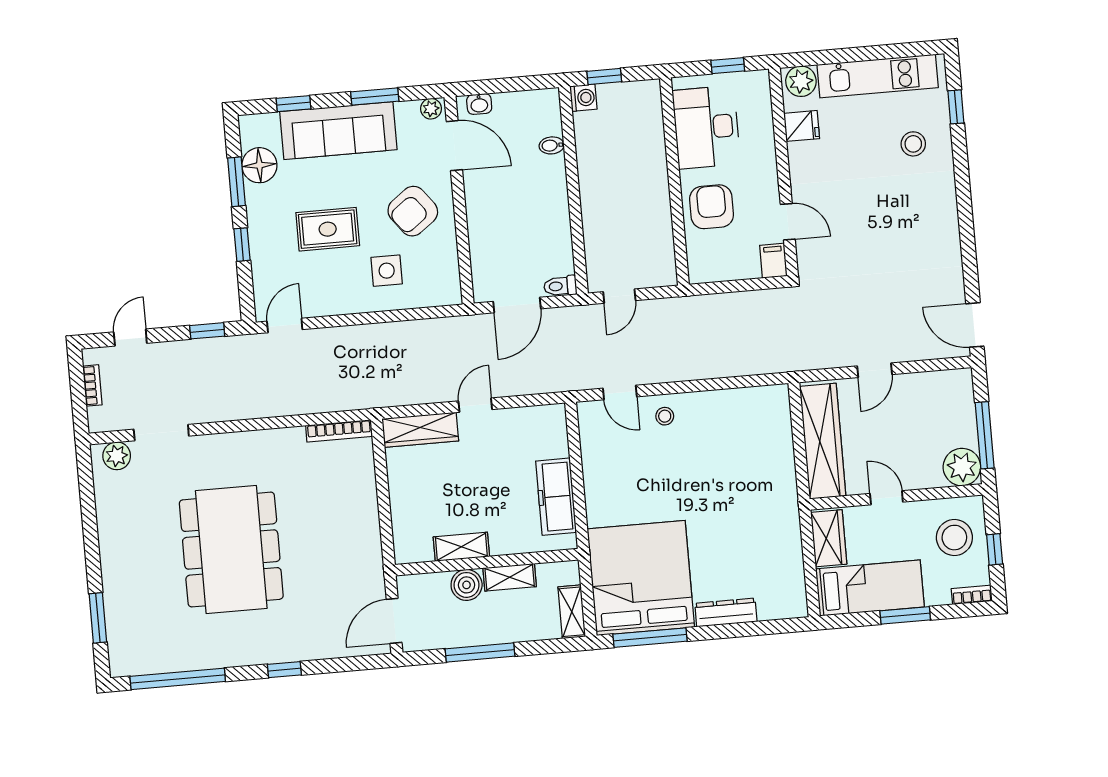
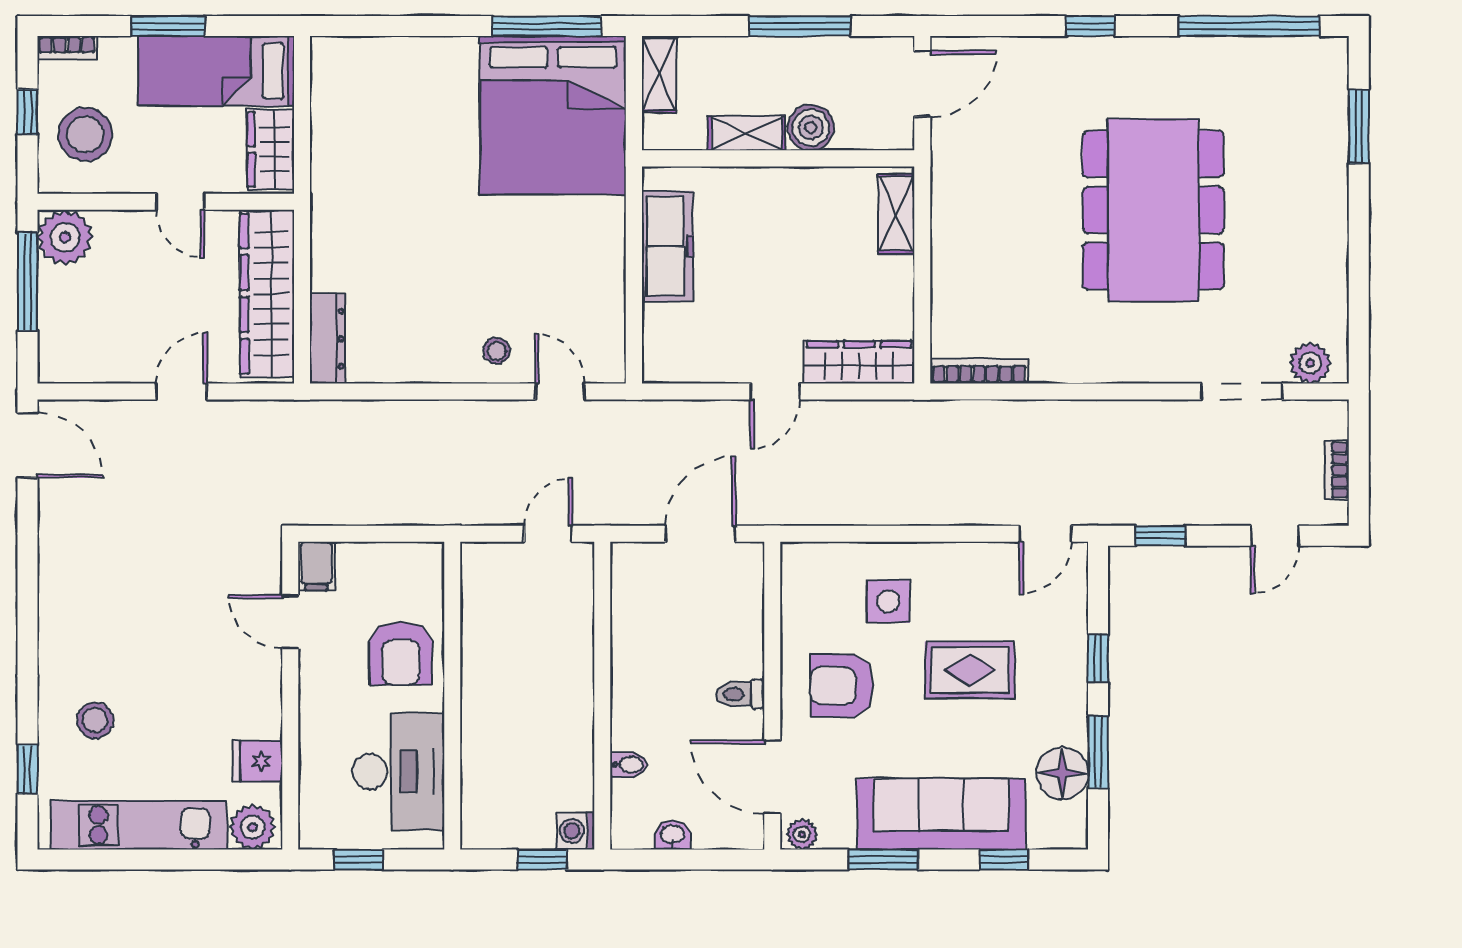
washbasin: (479, 104) -> (672, 835), moved
armchair: (413, 211) -> (842, 686), turned -143
toilet: (560, 286) -> (740, 694), moved, turned 180
shelving: (461, 547) -> (896, 214), moved, turned 90
dresser: (726, 612) -> (328, 339), moved, turned -90

